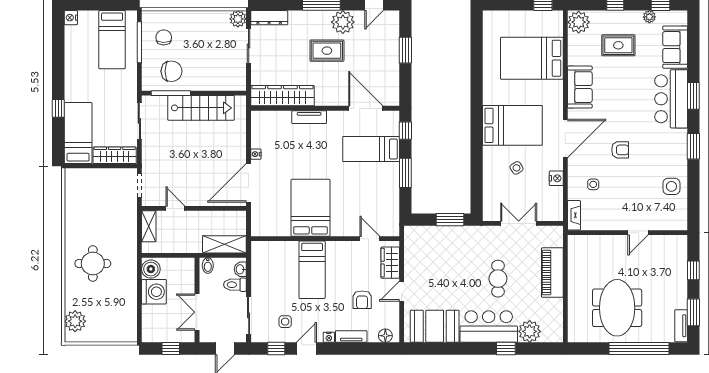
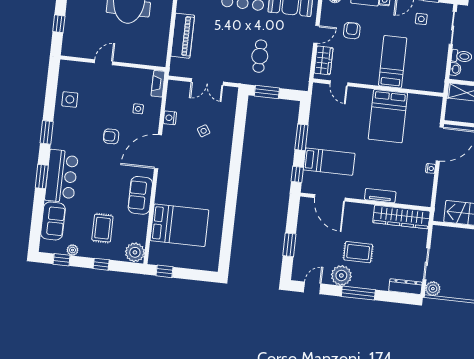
rug: (618, 45) -> (102, 228), turned 90
bed: (512, 125) -> (203, 168), removed
cafe table: (498, 279) -> (260, 56), moved

